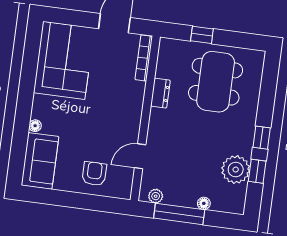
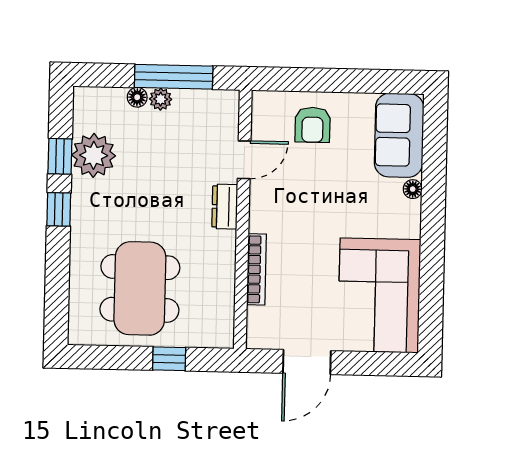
bookcase: (144, 58) -> (257, 269), moved
dresser: (160, 93) -> (225, 207), moved
plant: (156, 196) -> (161, 99), moved

